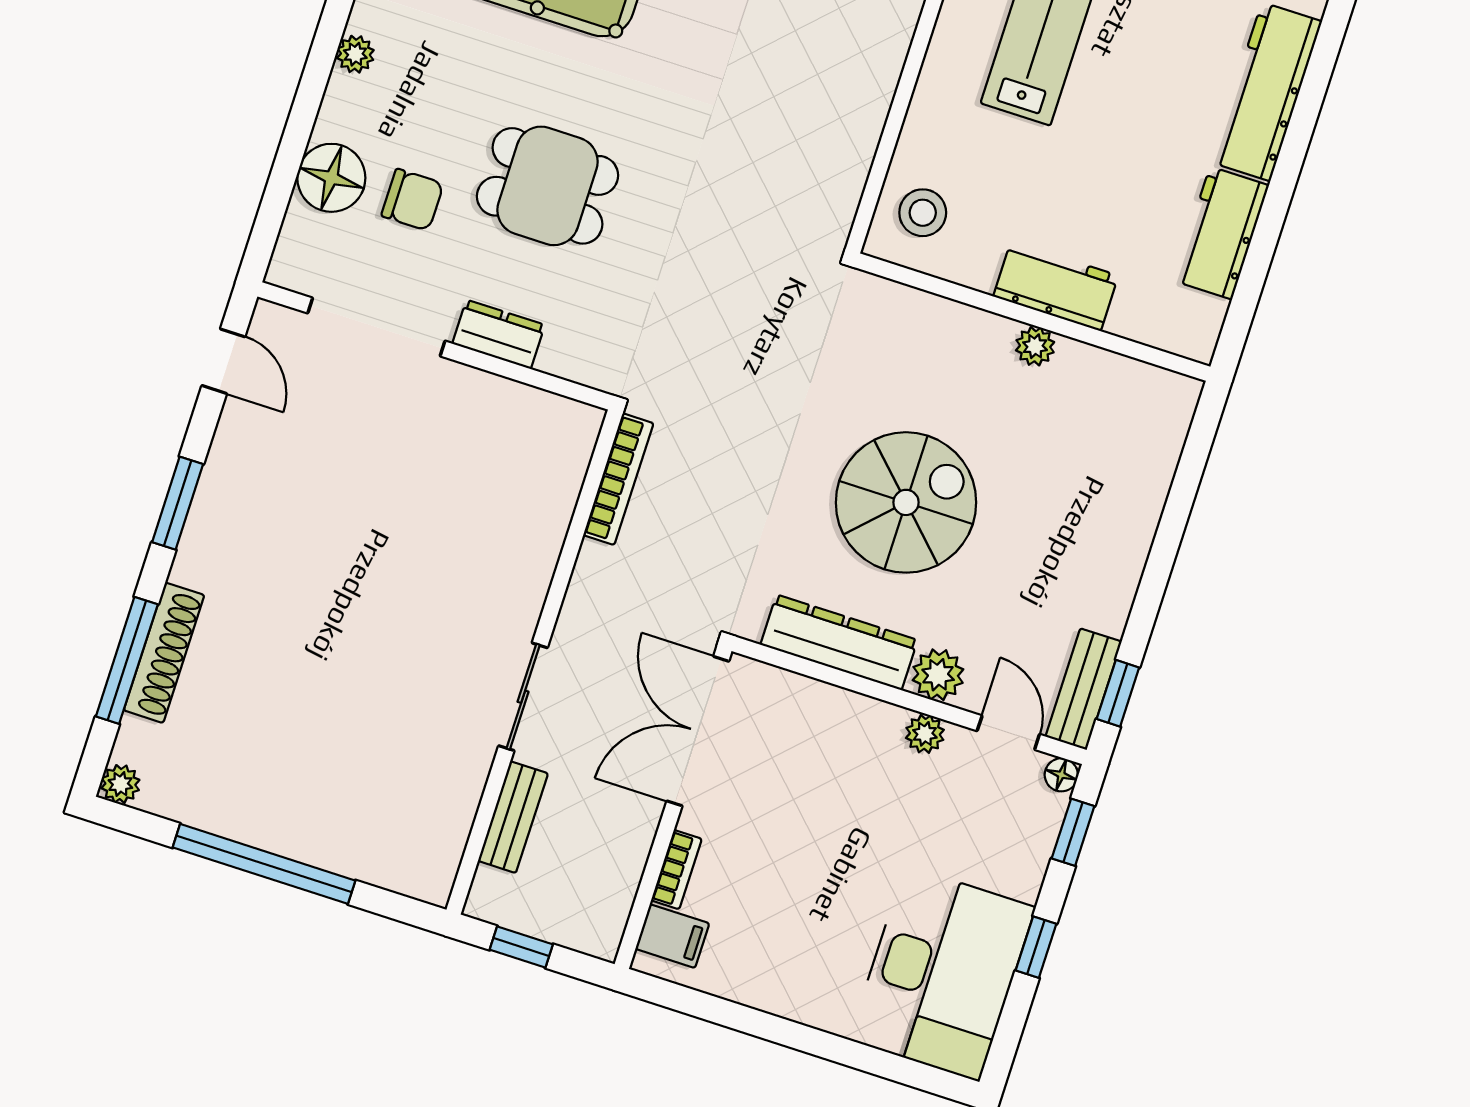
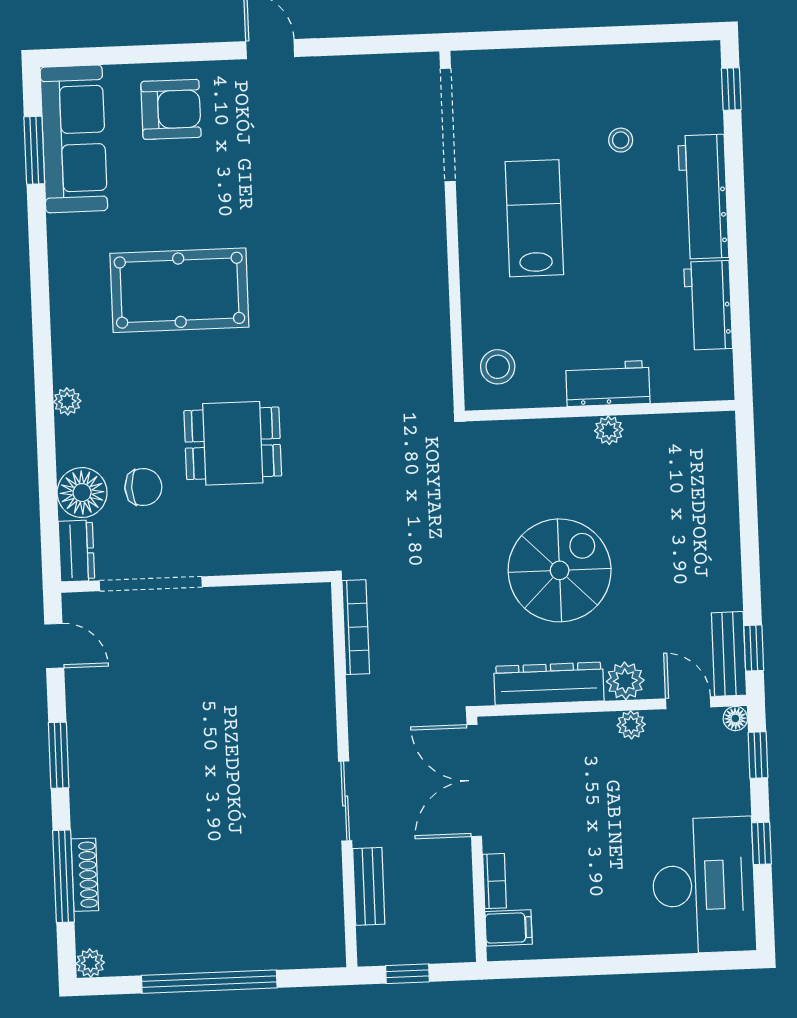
dresser: (499, 334) -> (76, 551), moved, turned 90
shoe rack: (164, 653) -> (85, 875), width x0.74, depth x0.81

